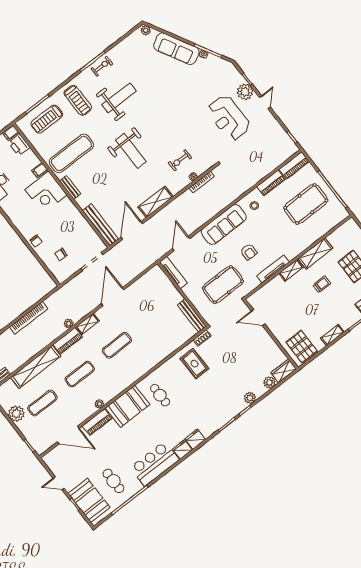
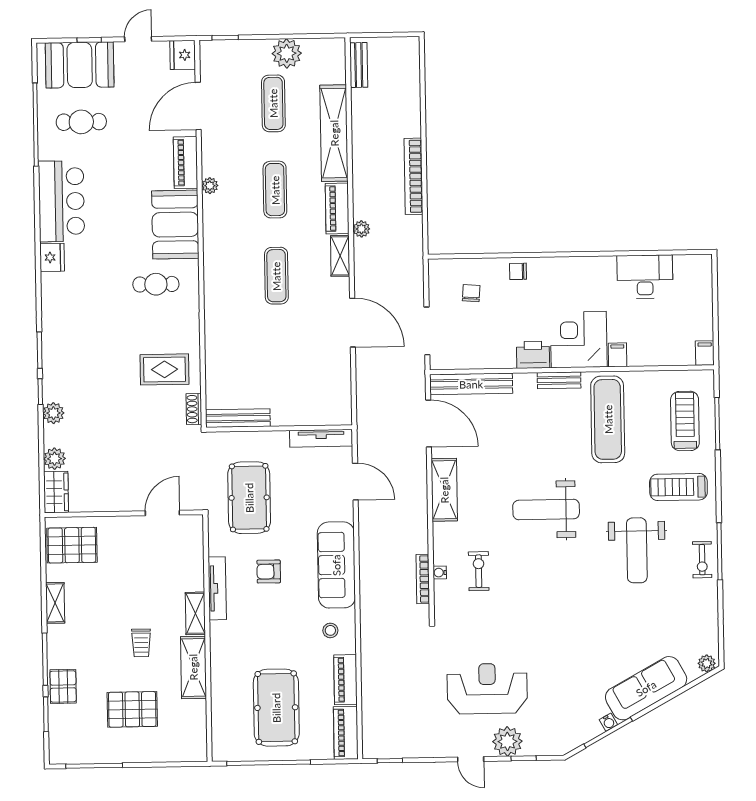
printer: (19, 145) -> (533, 355), moved
fridge: (195, 439) -> (183, 55), moved, turned 180

